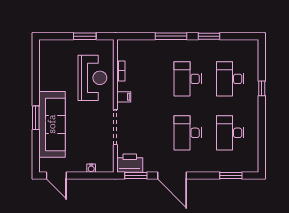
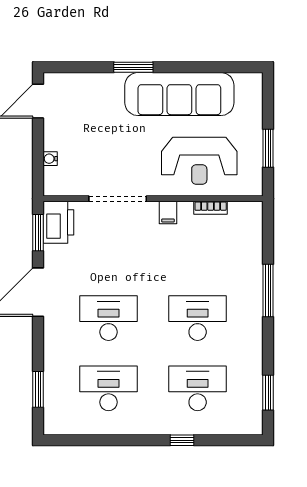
window: (209, 36) -> (268, 393), moved
sofa: (52, 124) -> (179, 94), moved

